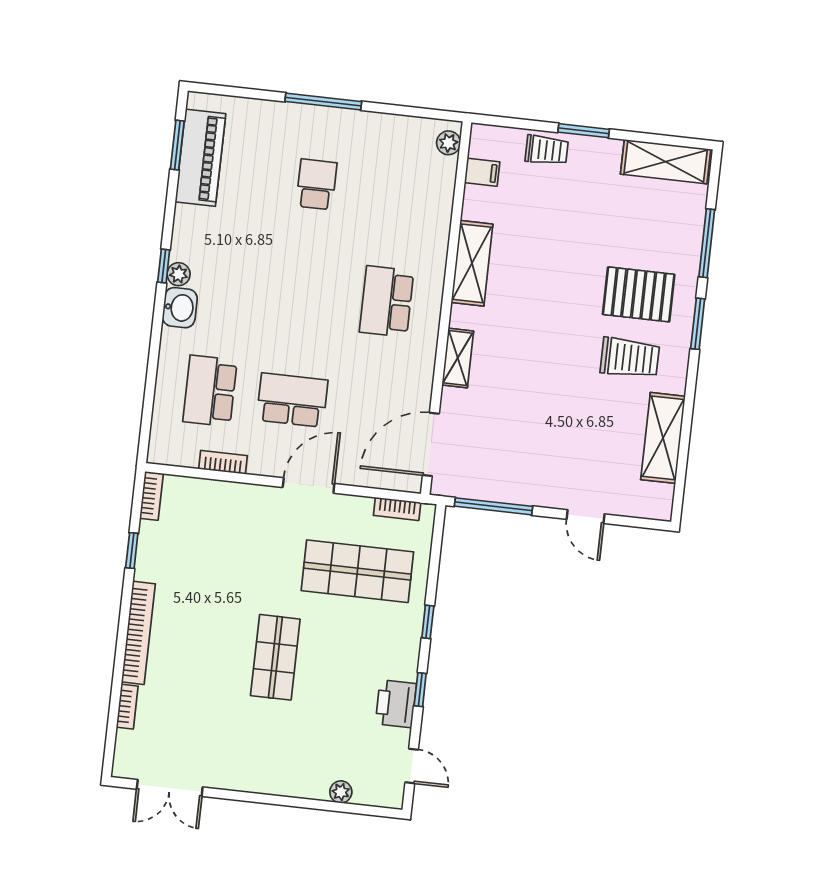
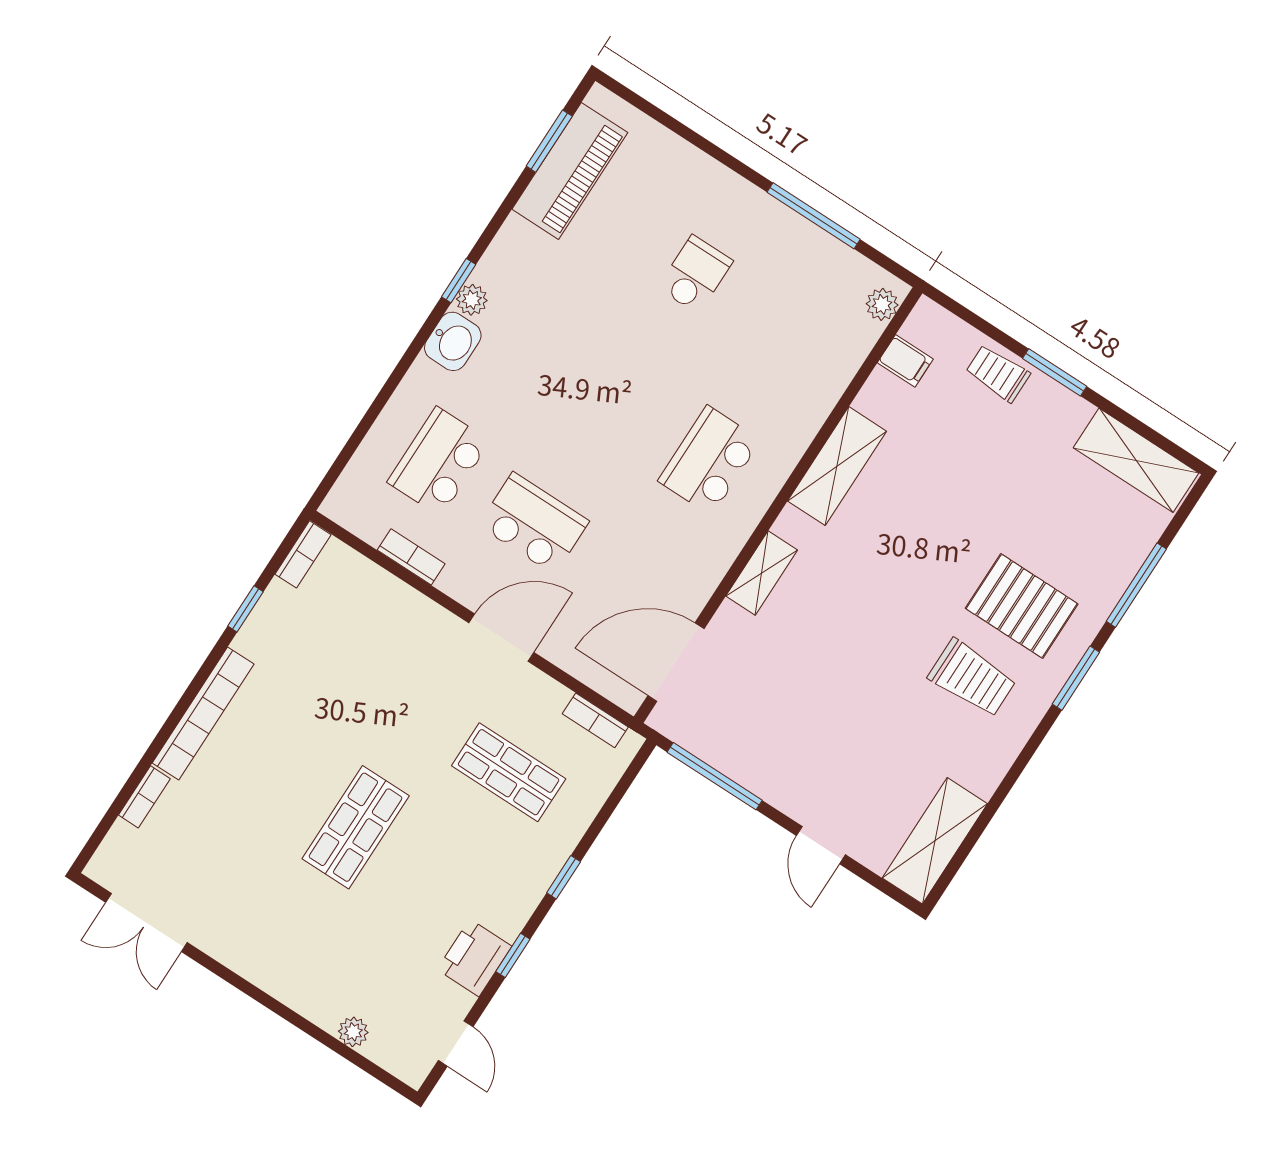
window: (323, 102) -> (814, 216), moved
trolley: (547, 150) -> (998, 373), turned 180
shelving: (663, 438) -> (935, 841), moved
shop shelf: (357, 571) -> (509, 772), width x0.70, depth x0.74

